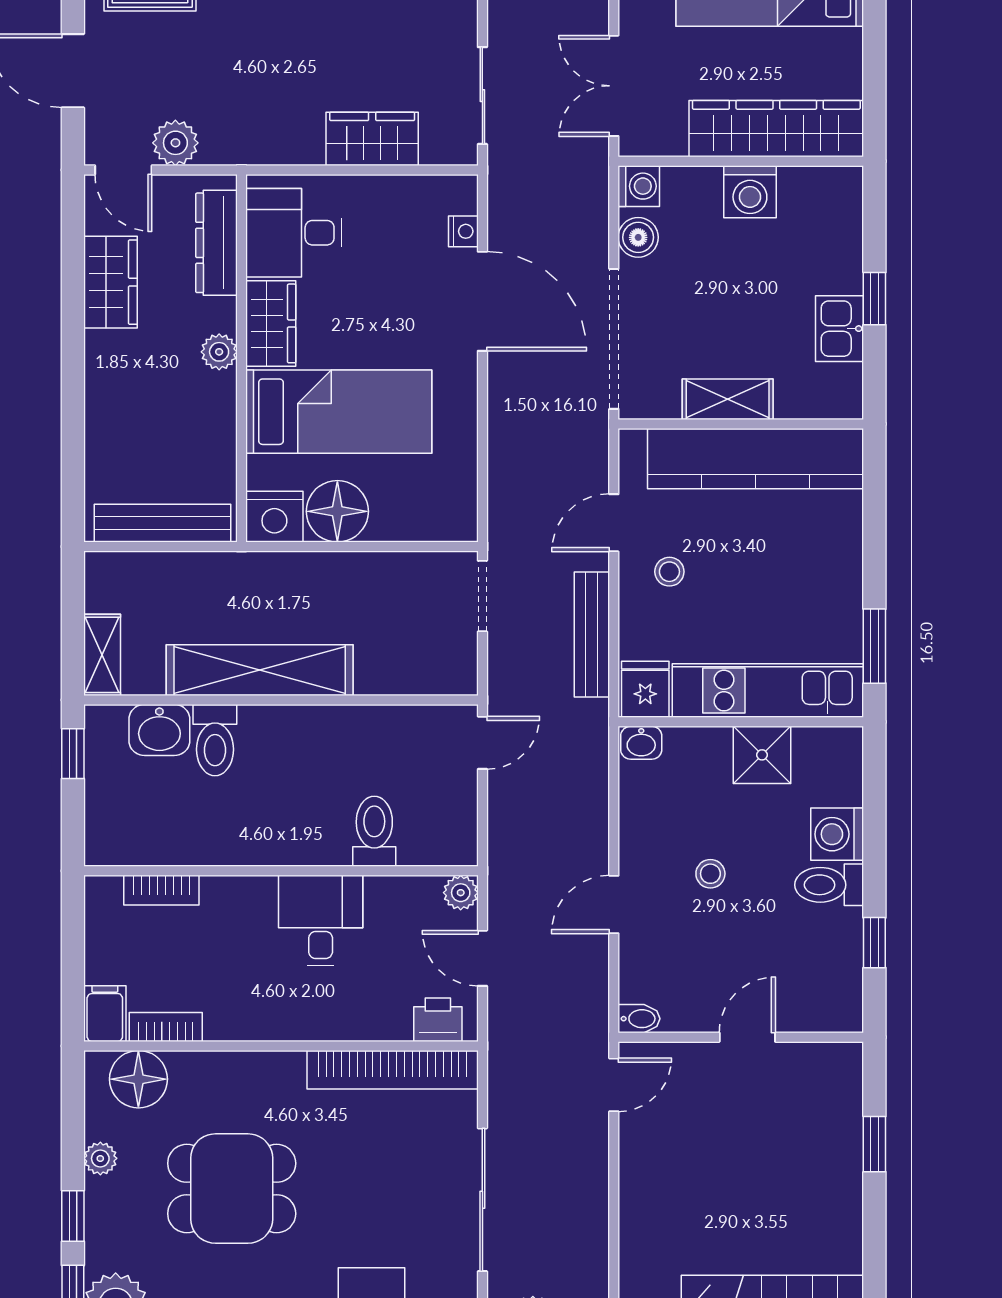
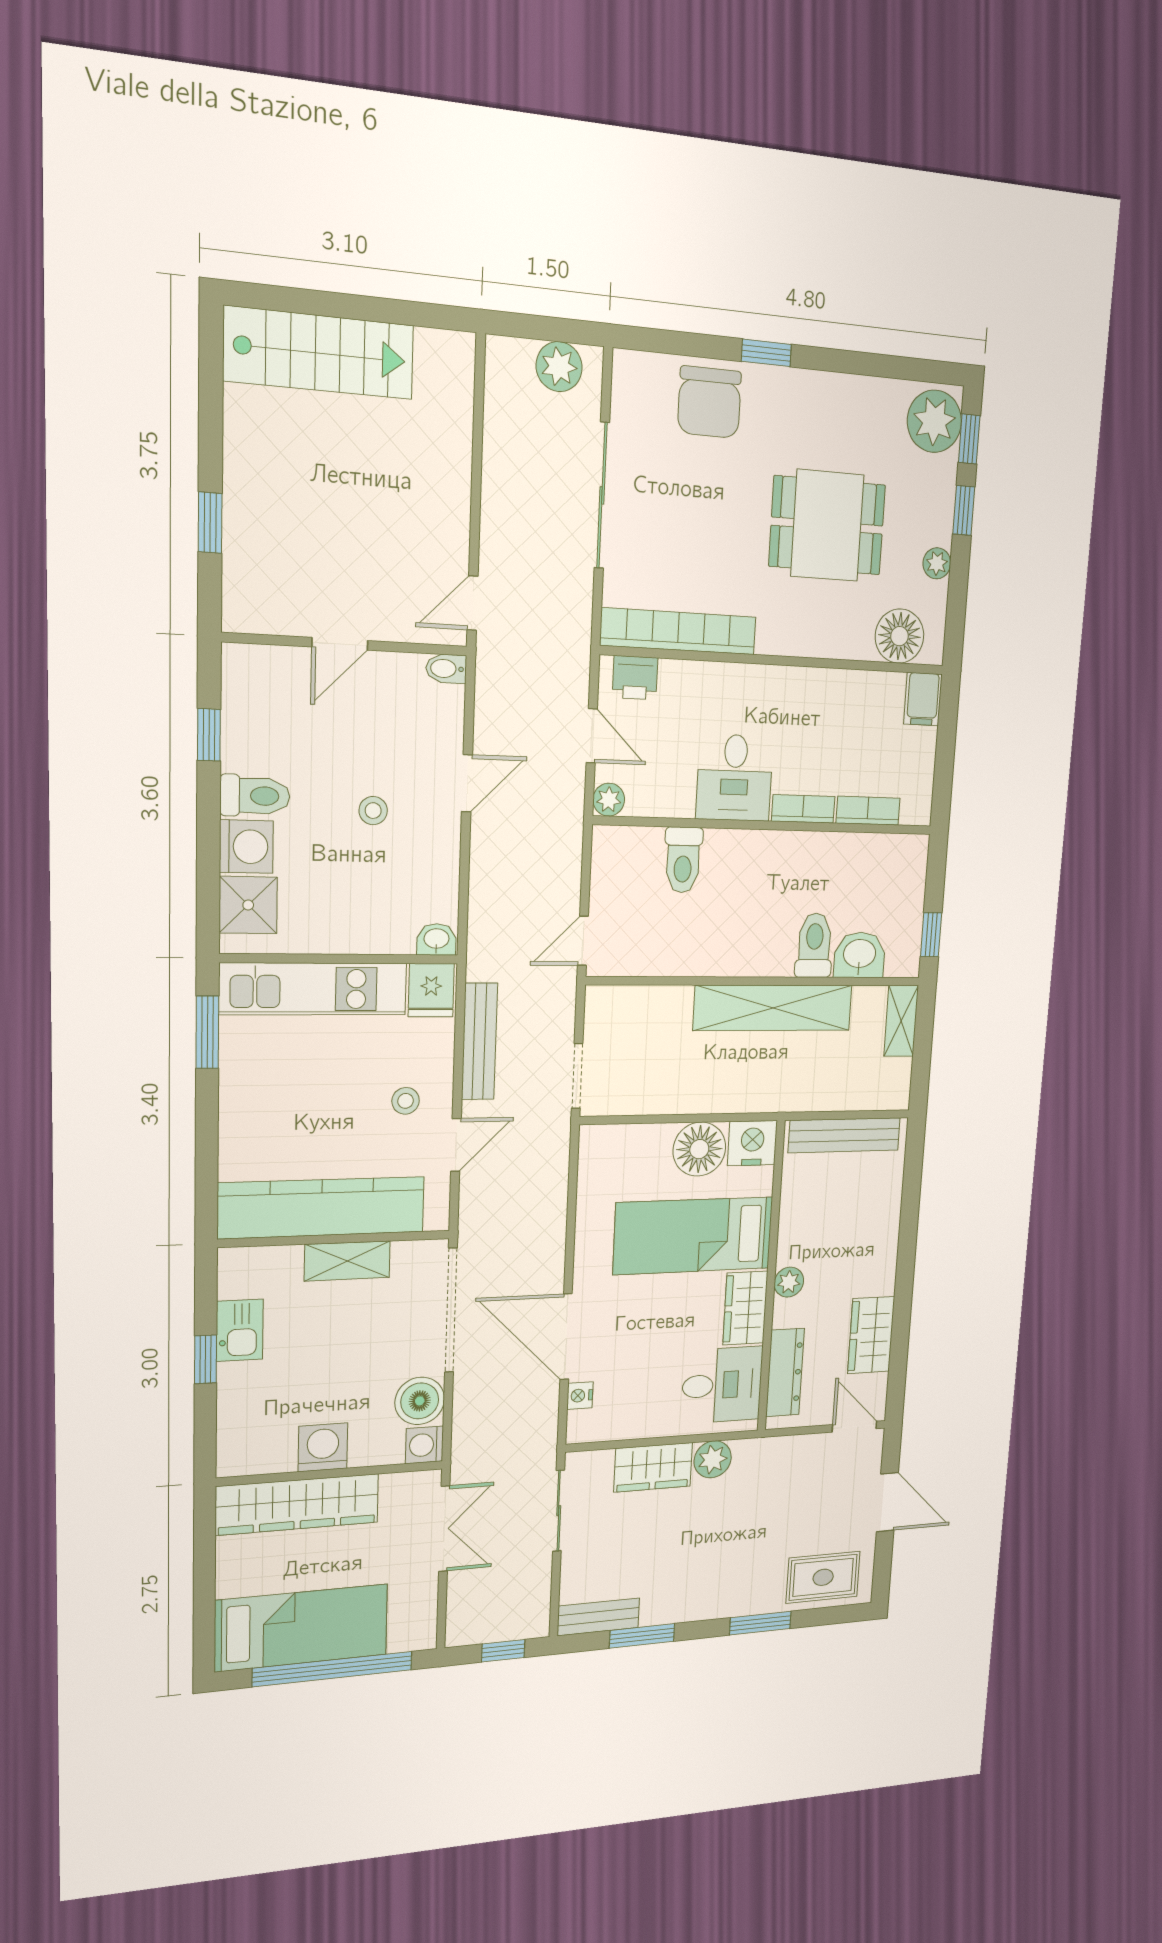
plant: (175, 143) -> (713, 1459), moved
boiler: (638, 237) -> (420, 1401), width x1.36, depth x1.36
shower: (762, 755) -> (248, 905), moved
bookcase: (166, 1027) -> (803, 809), moved, turned 180

